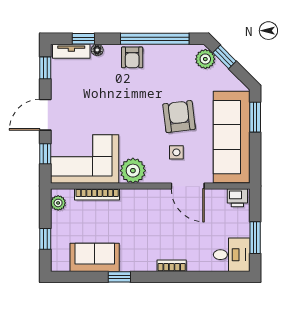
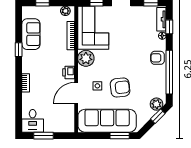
printer: (237, 198) -> (69, 72), moved

